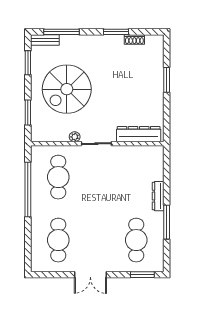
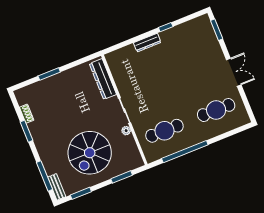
spiral stairs: (67, 89) -> (90, 153), turned 90
window: (167, 222) -> (166, 27), width x0.46
cafe table: (136, 240) -> (190, 46), removed

